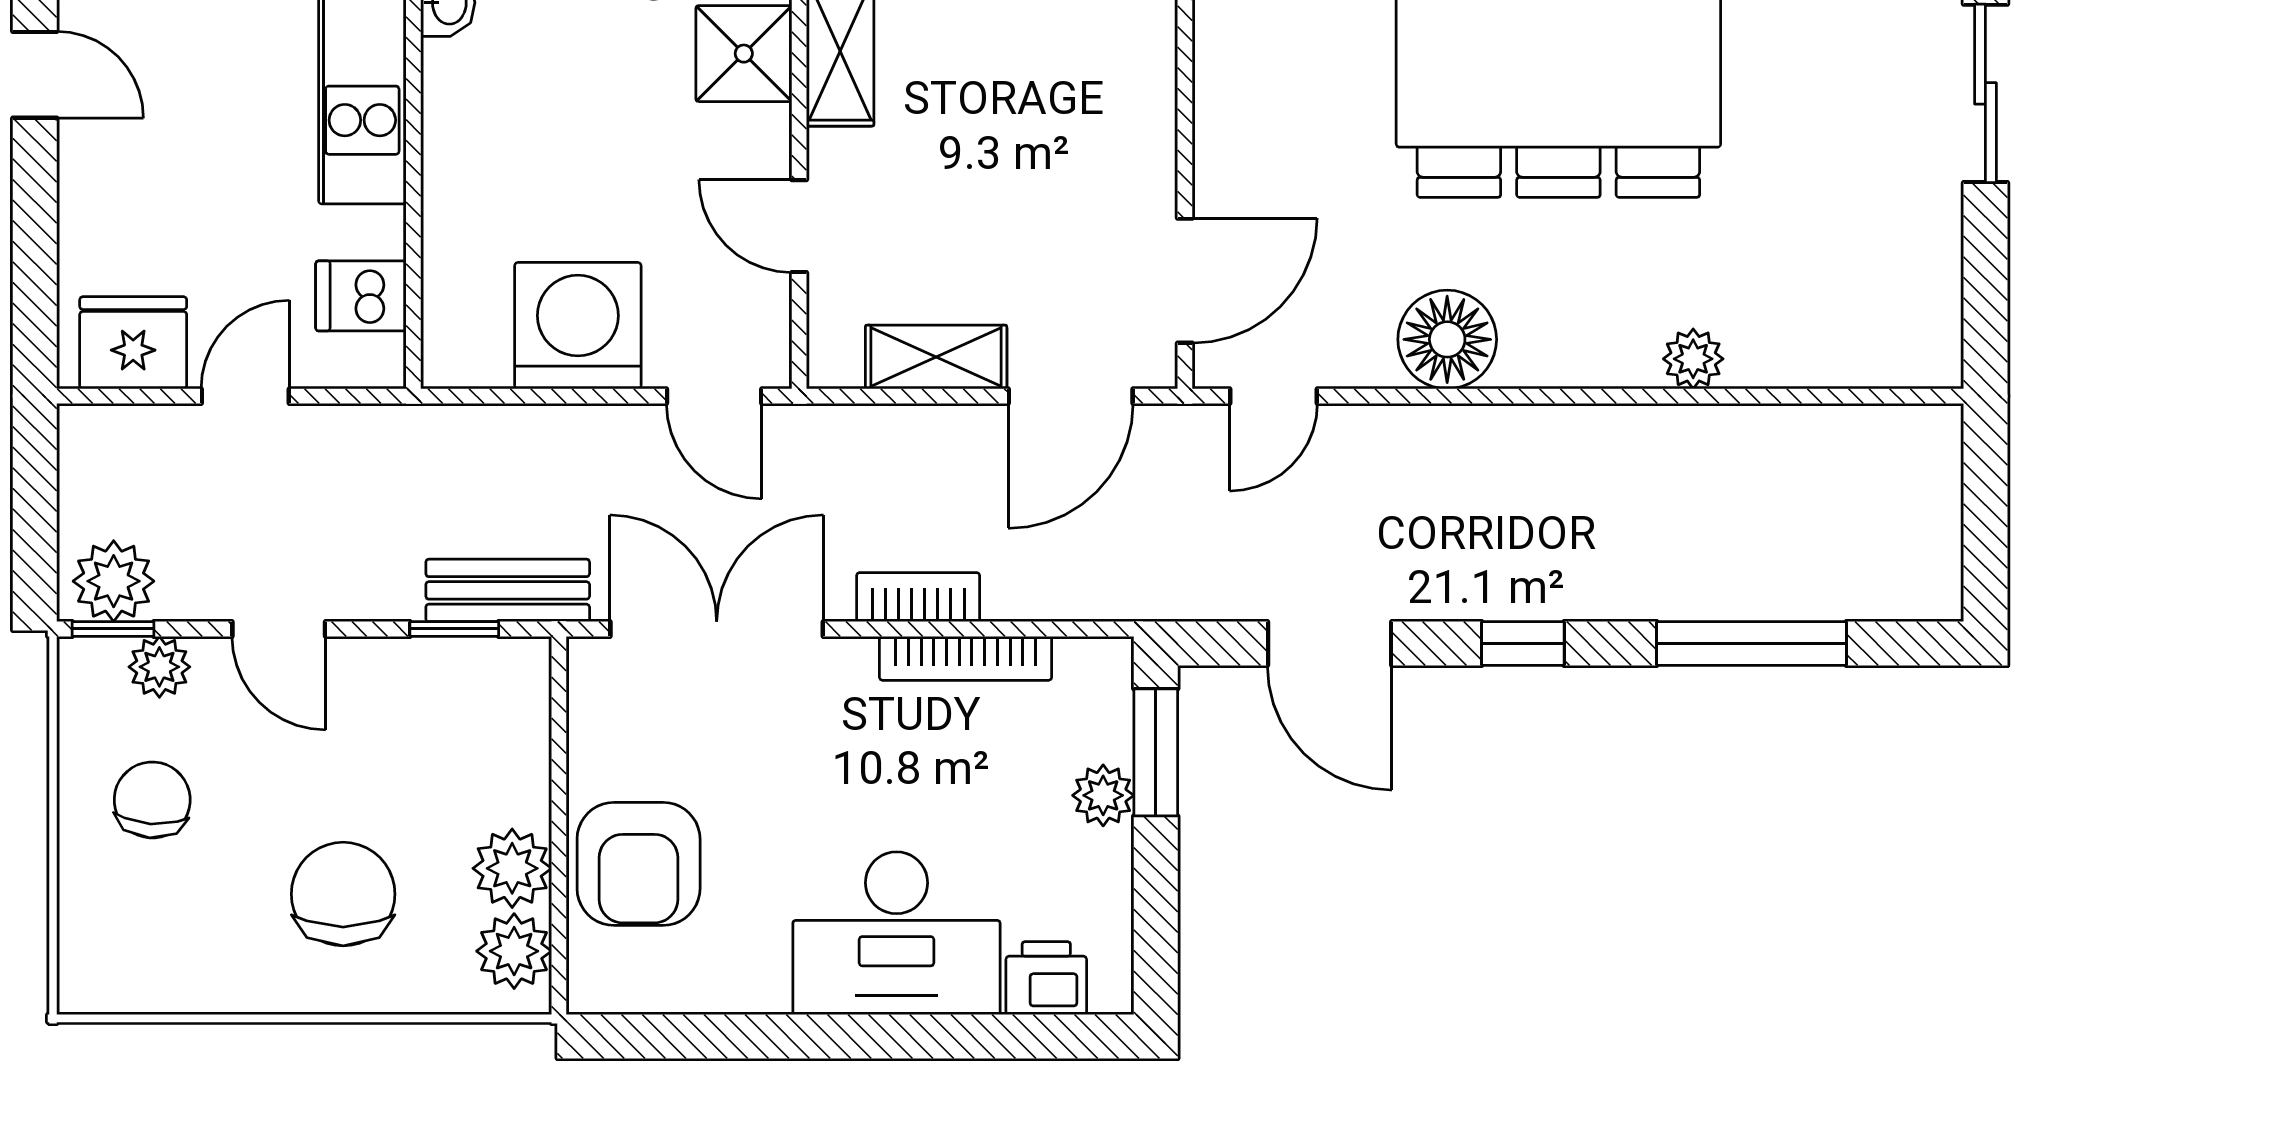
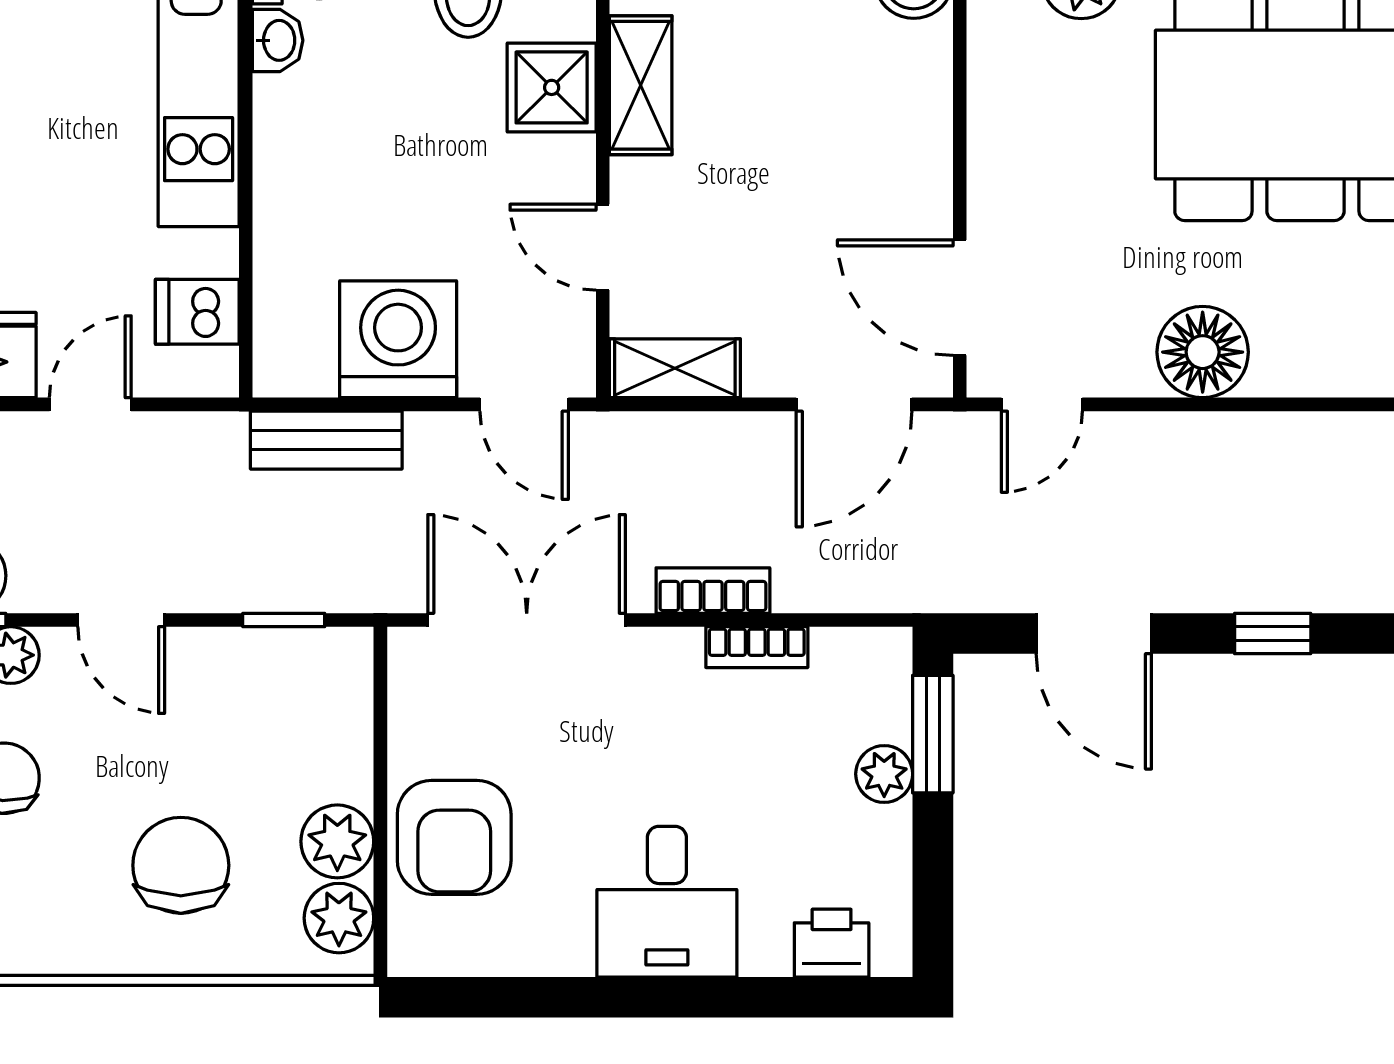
door: (1185, 281) -> (960, 298), swing flipped
shelving: (936, 357) -> (675, 368), moved
bench: (508, 590) -> (326, 440), moved
bookcase: (966, 658) -> (757, 647), width x0.64
desk: (896, 933) -> (667, 902), width x0.73

